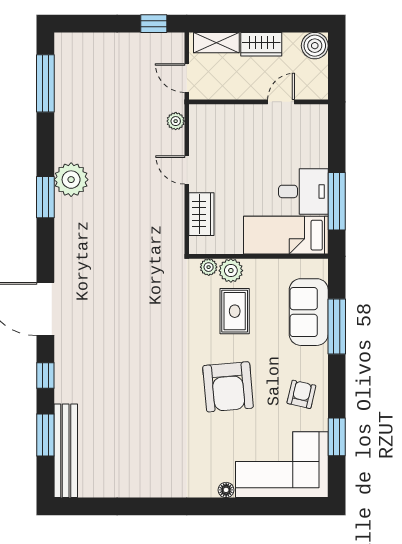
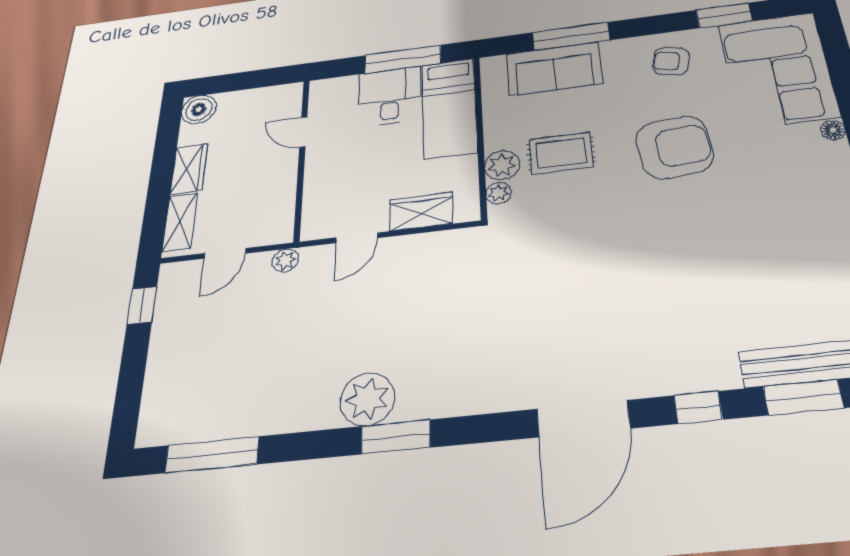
wall: (258, 102) -> (302, 158), moved
door: (281, 102) -> (303, 132), moved

